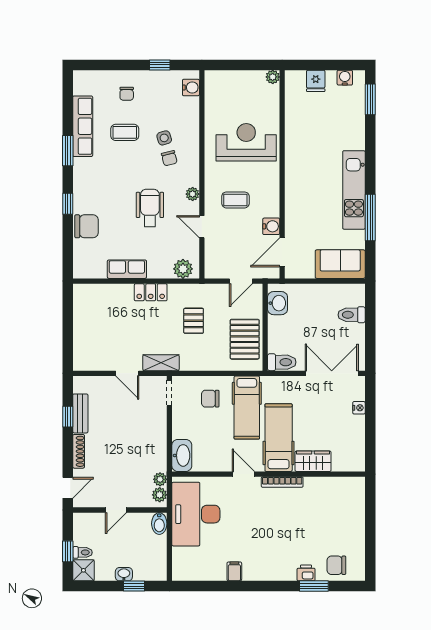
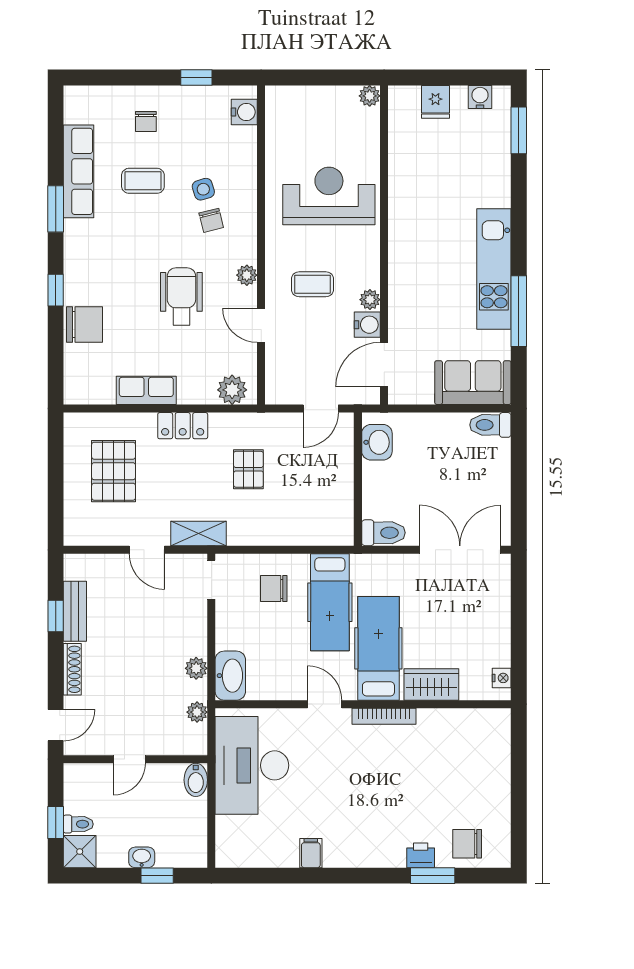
plant: (273, 210) -> (370, 300), added
toilet: (352, 315) -> (490, 425), moved
pallet: (245, 339) -> (114, 471), moved
nightstand: (359, 408) -> (502, 678), moved
plant: (160, 495) -> (196, 668), moved

